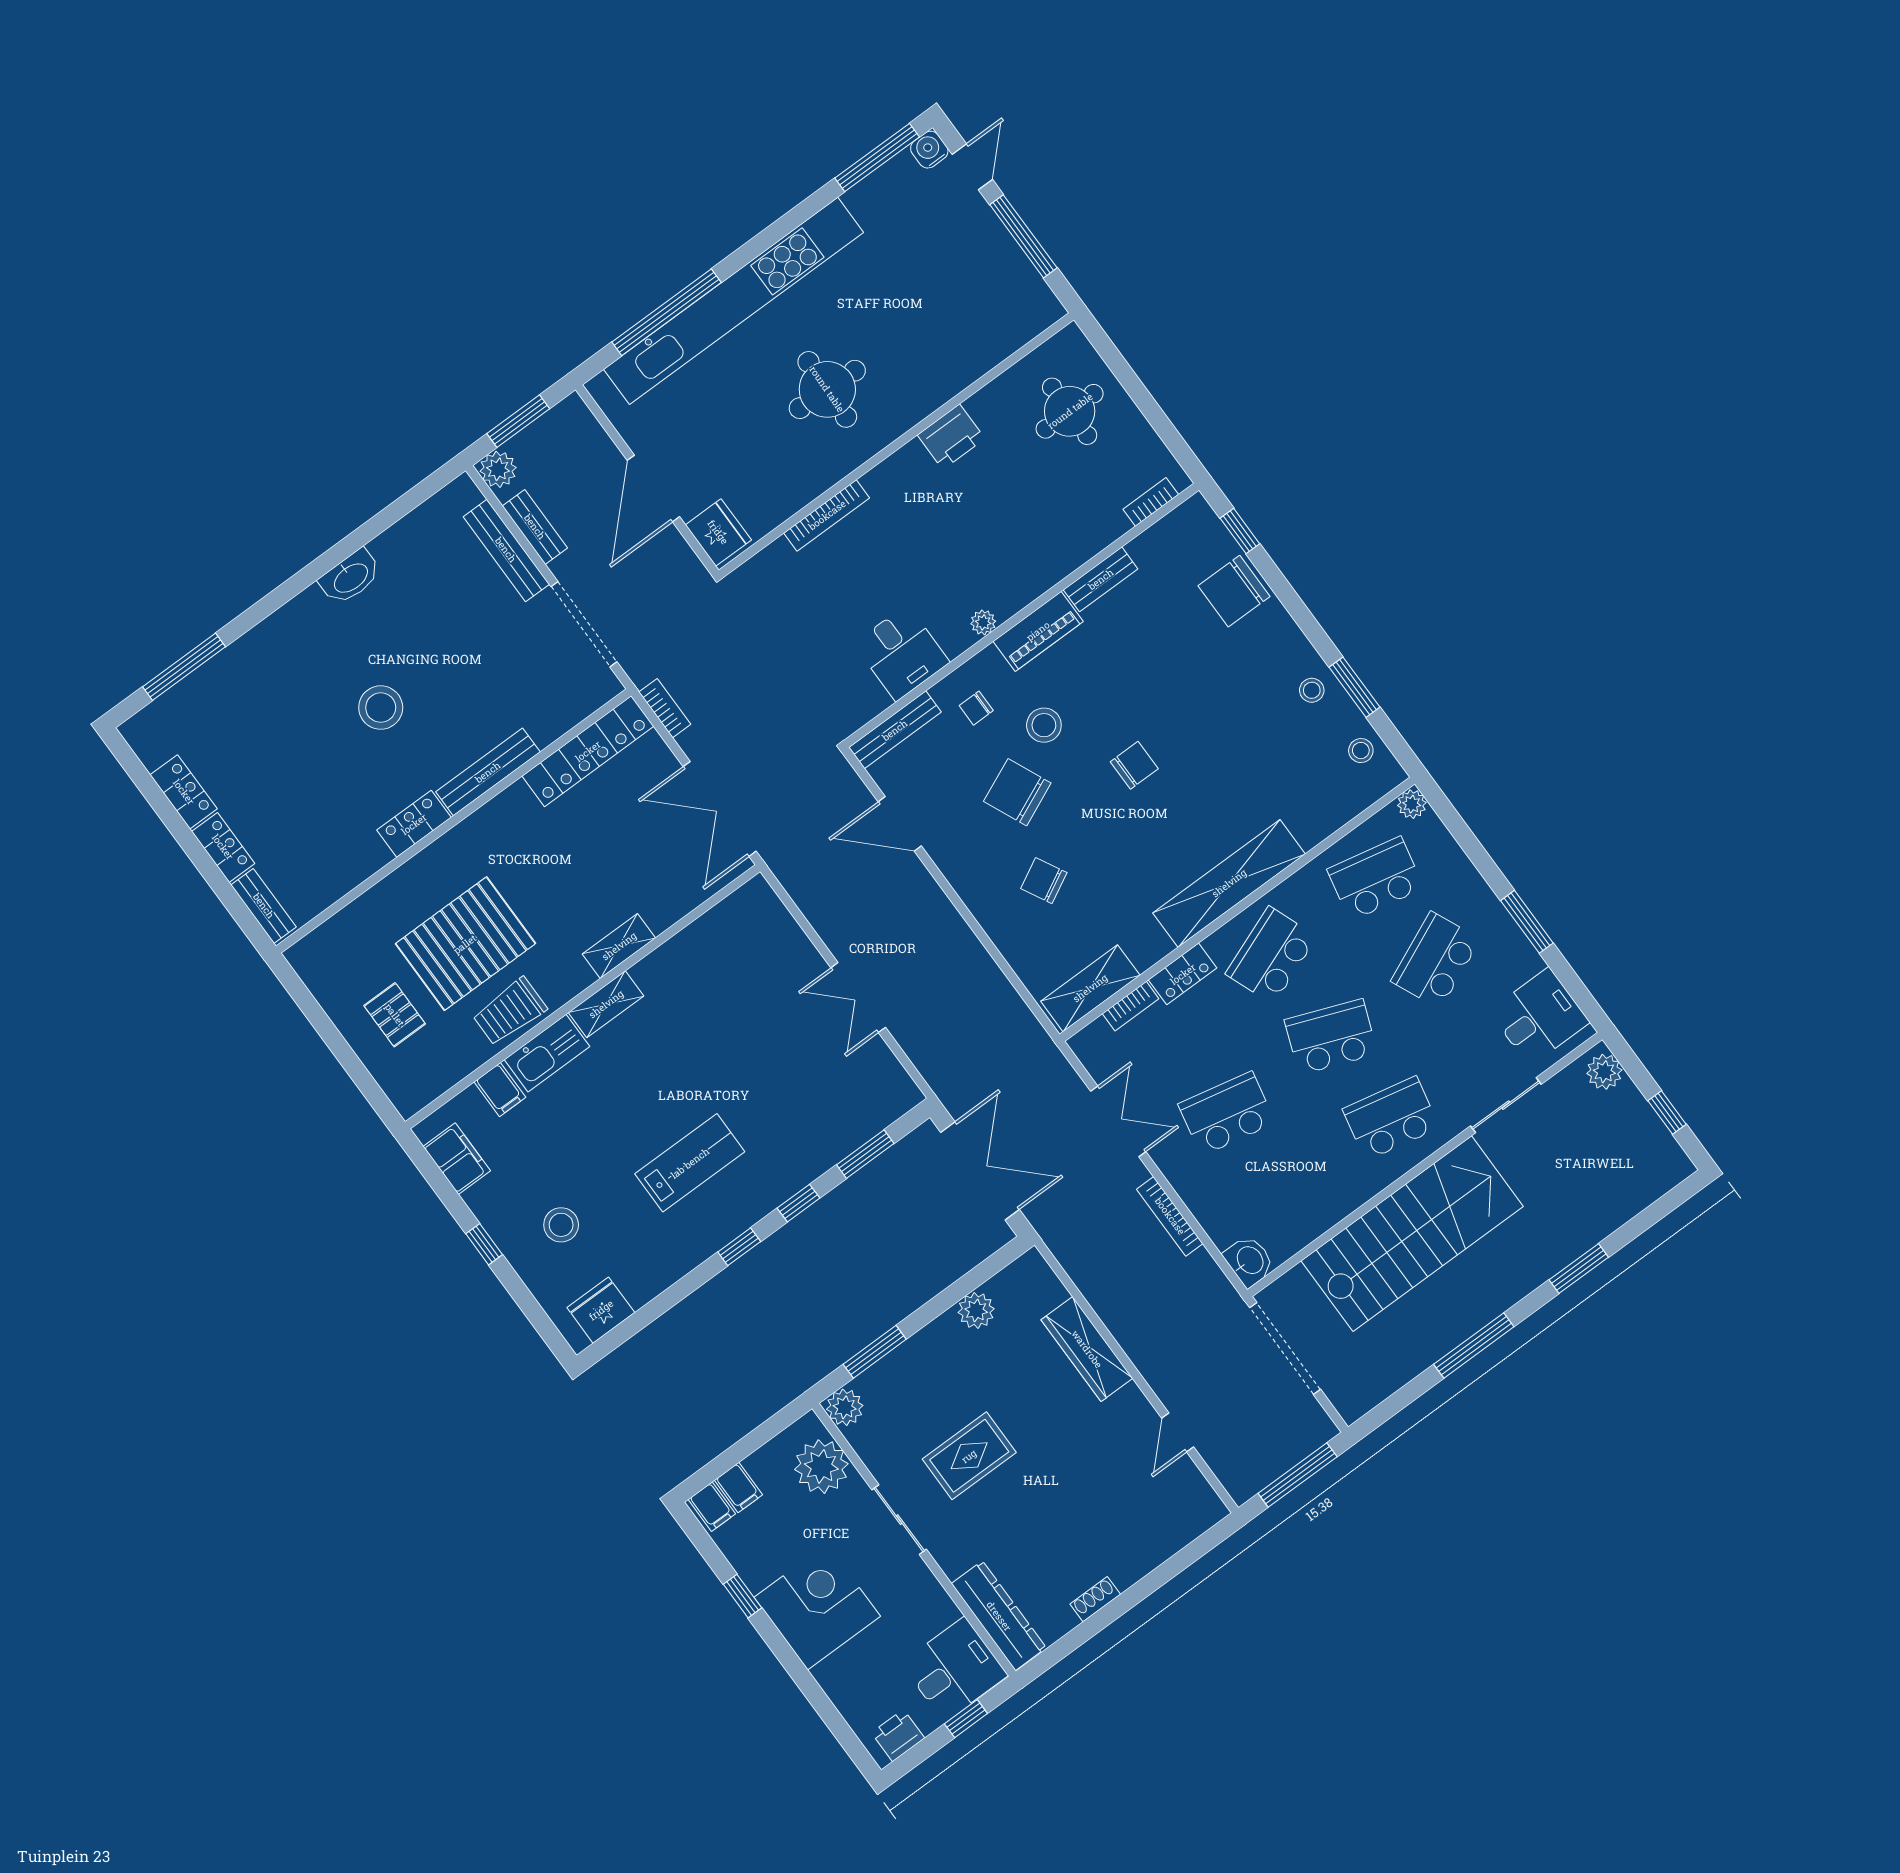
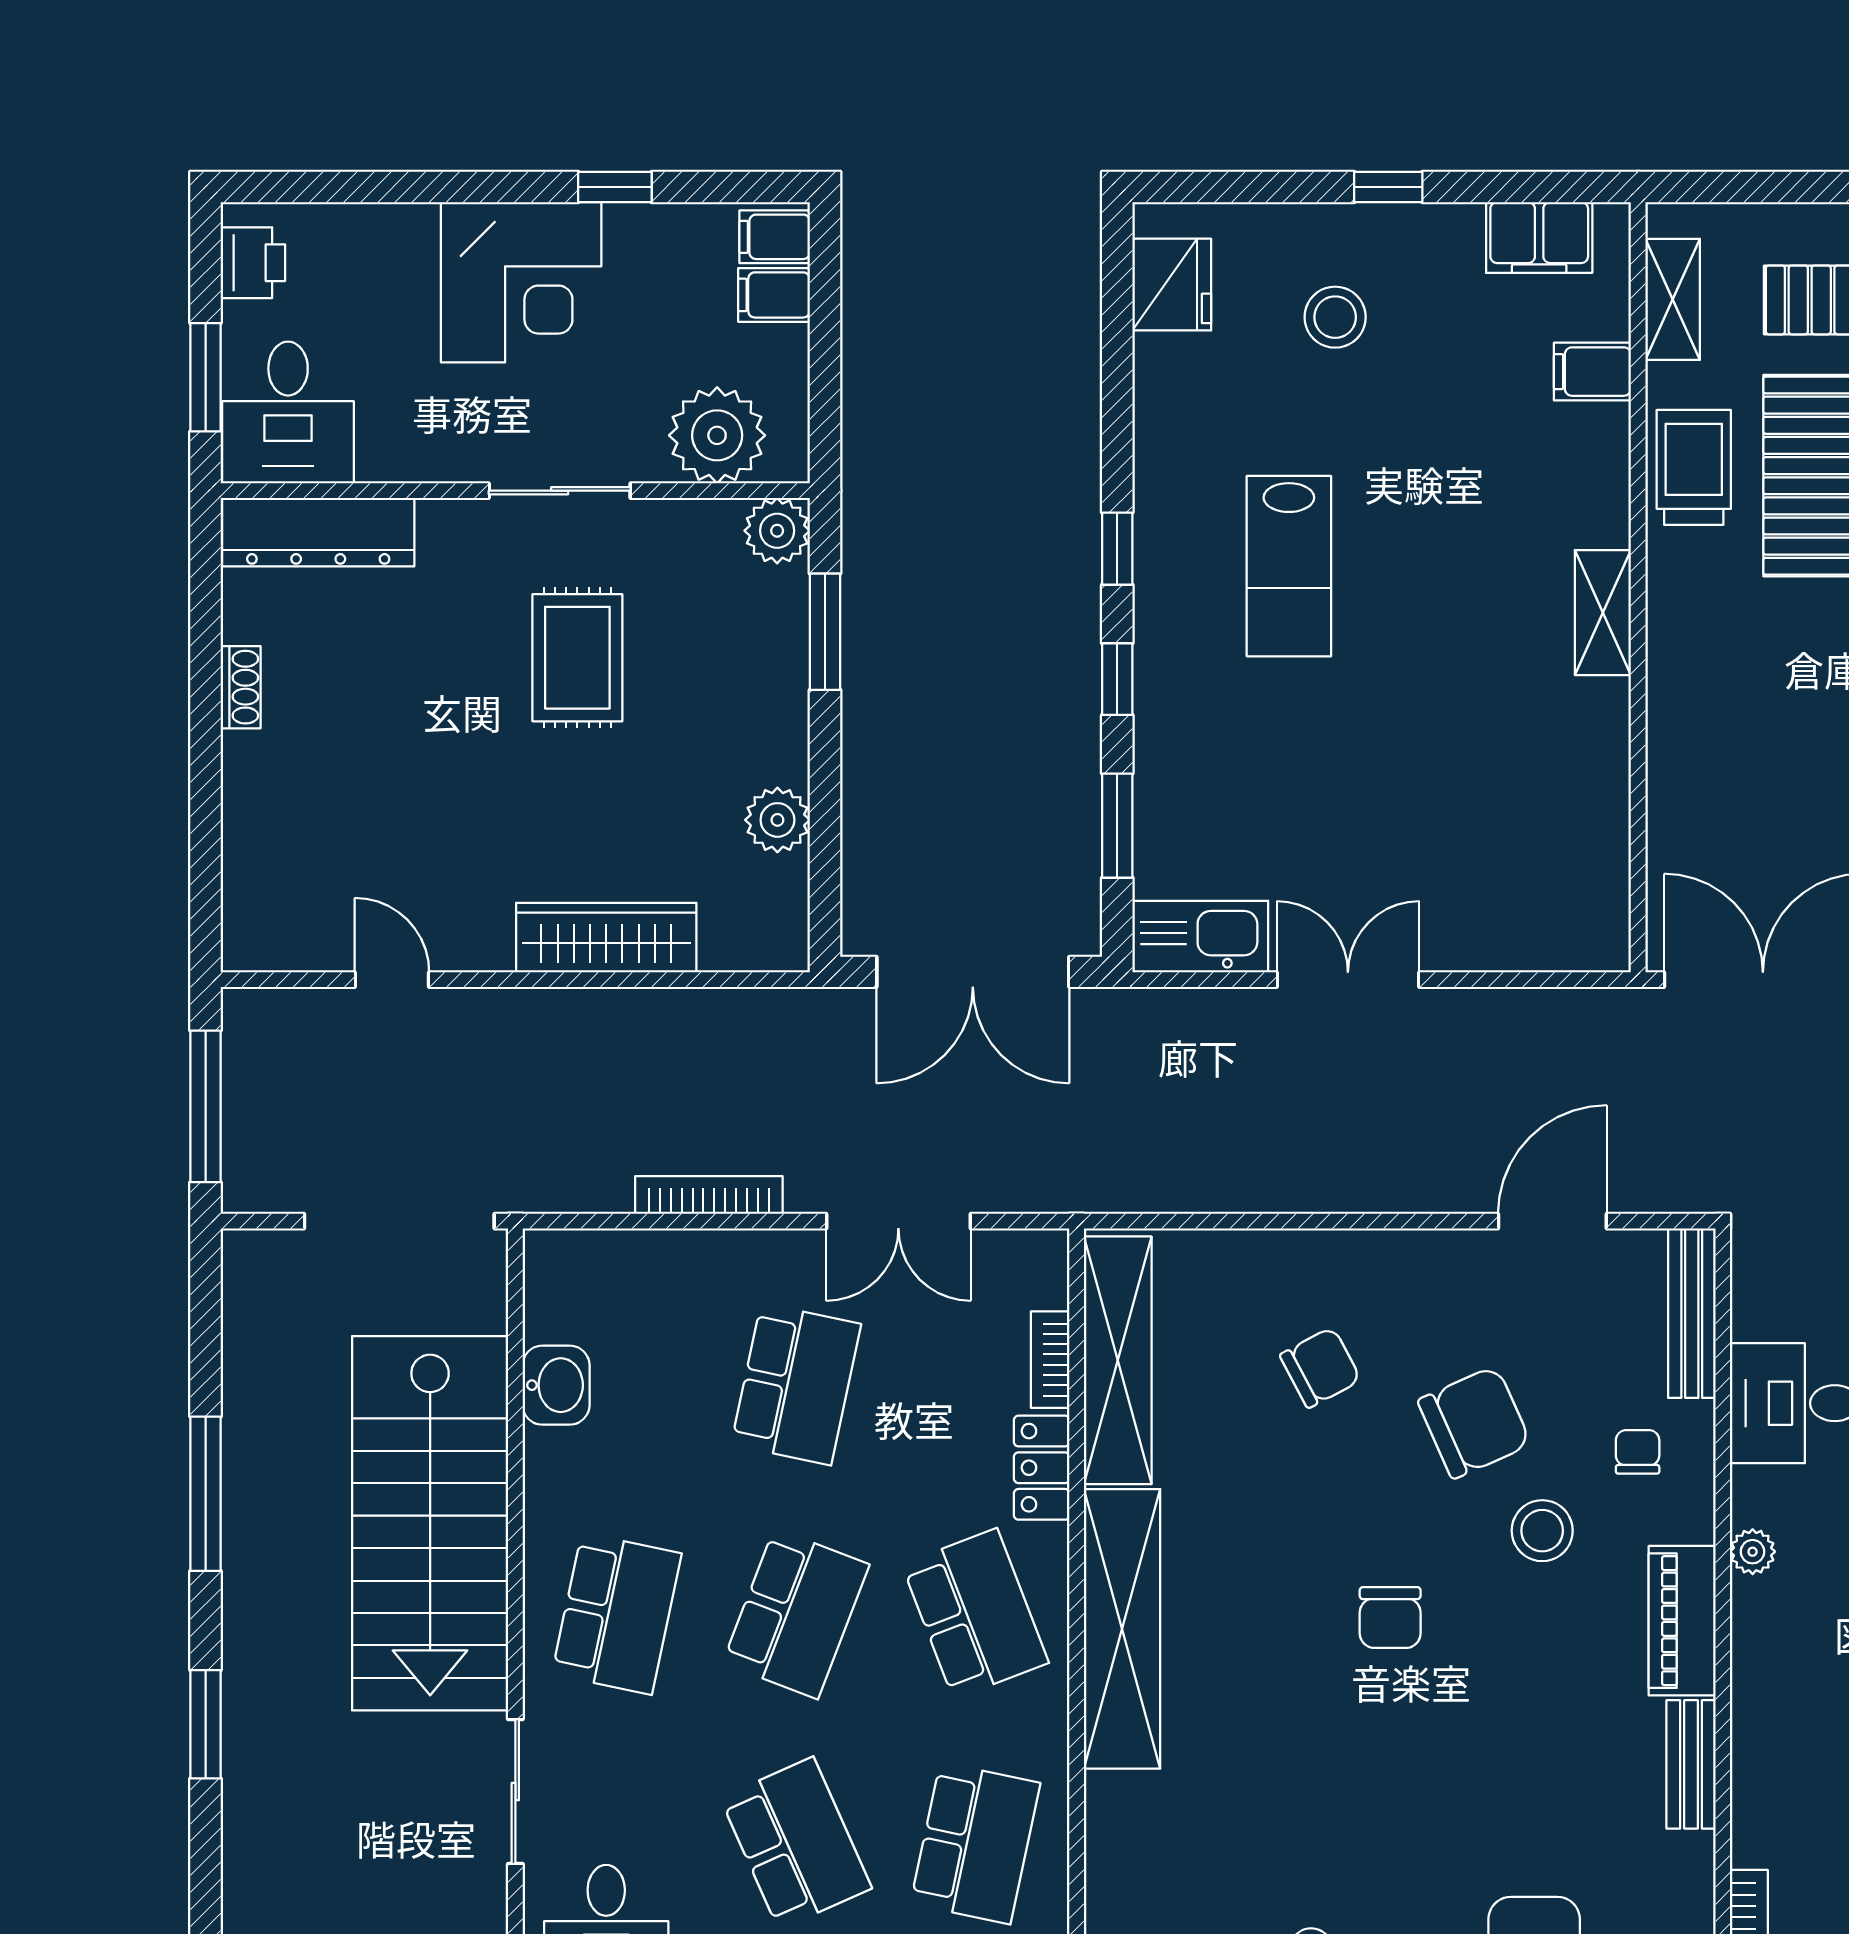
shelving: (619, 946) -> (1673, 299), moved
shelving: (1090, 988) -> (1118, 1360), width x1.47
kitchen sink: (547, 1053) -> (1200, 937), moved, turned 90
washbasin: (1249, 1261) -> (556, 1385), moved, turned -90
window: (966, 1719) -> (206, 377), width x1.50

